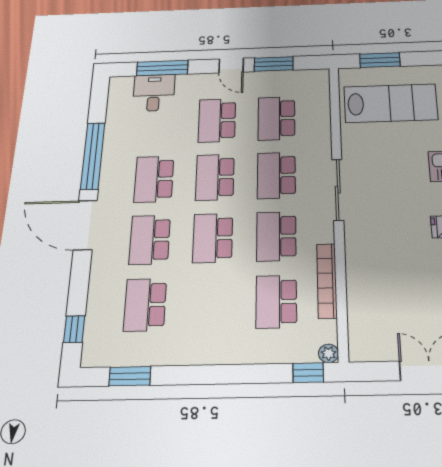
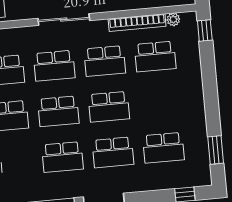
plant: (329, 353) -> (173, 19), moved

